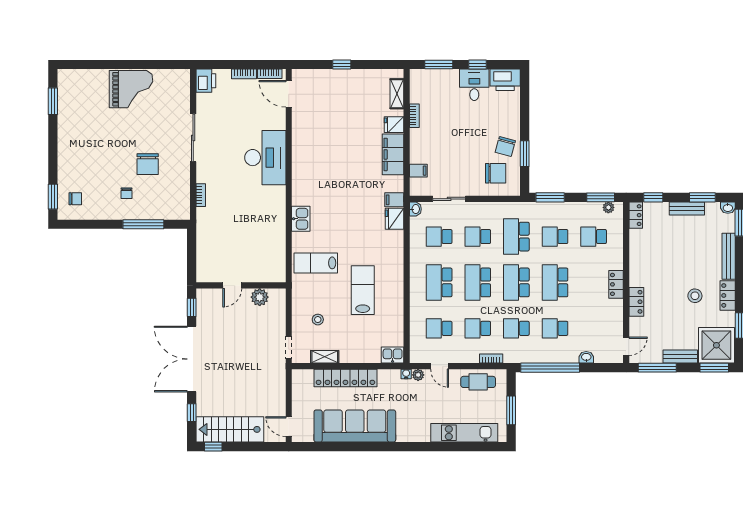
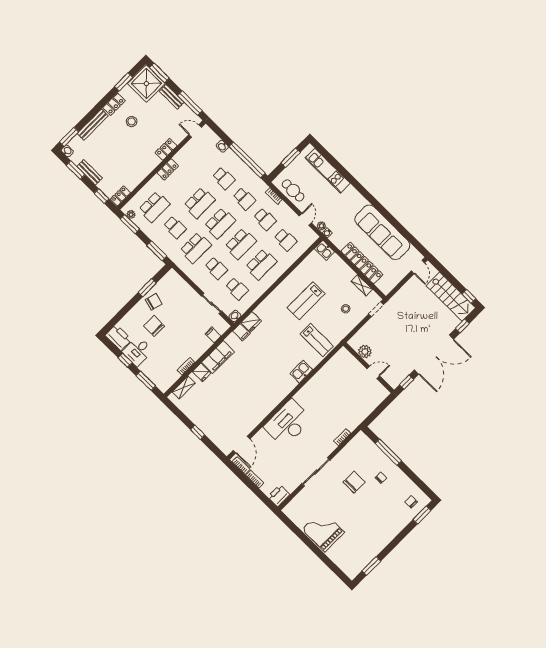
chair: (496, 173) -> (154, 326), moved
school desk: (594, 237) -> (154, 207), width x1.85

